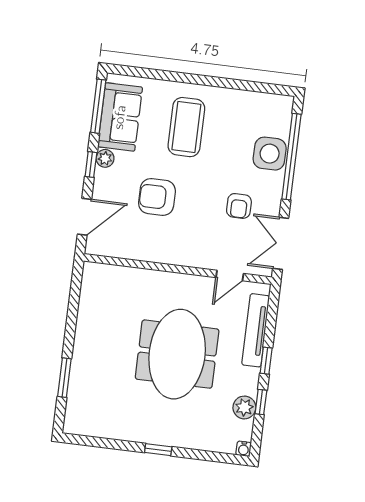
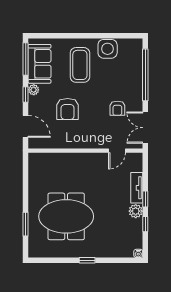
side table: (270, 154) -> (108, 49), moved
armchair: (157, 197) -> (68, 109), turned -90
door: (84, 217) -> (26, 126), hinge flipped
tv unit: (256, 330) -> (137, 188), width x0.71
meeting table: (177, 354) -> (66, 216), moved, turned 90
plant: (244, 407) -> (136, 211), moved

